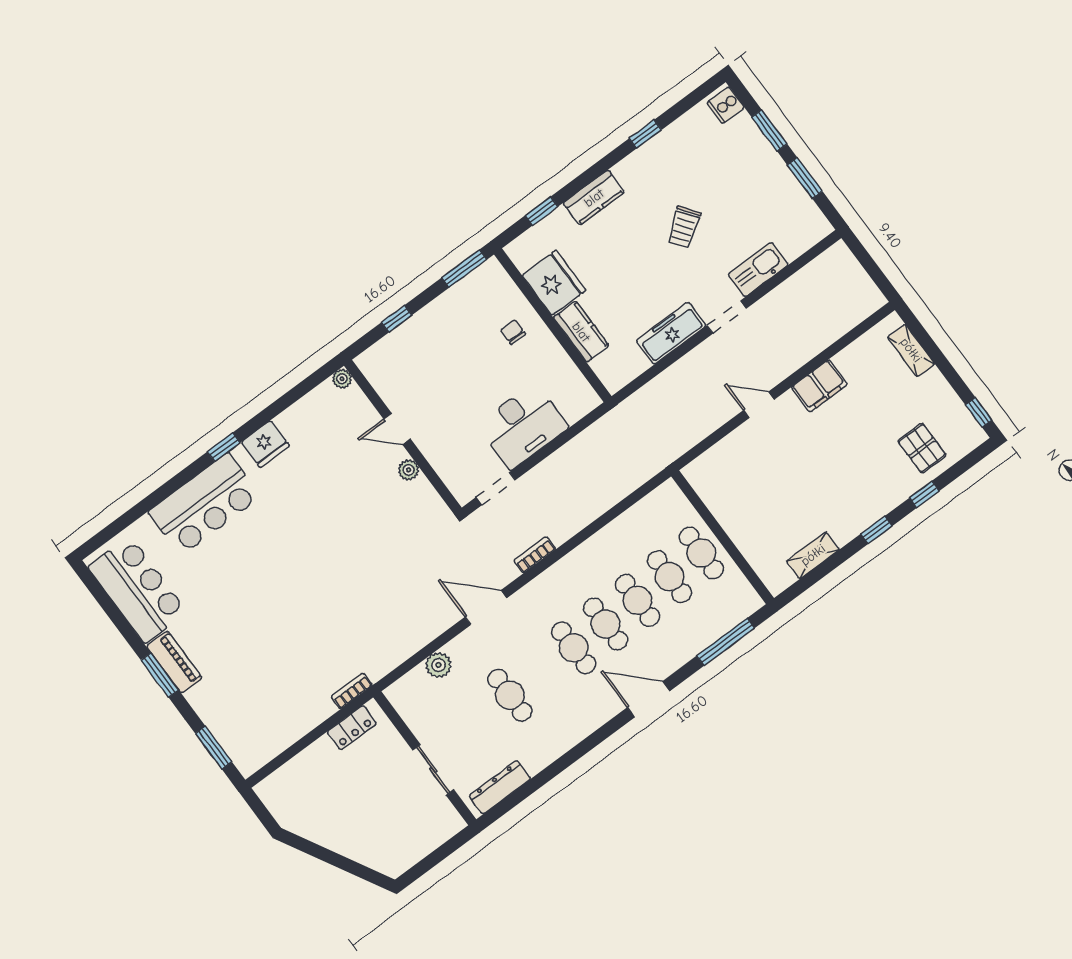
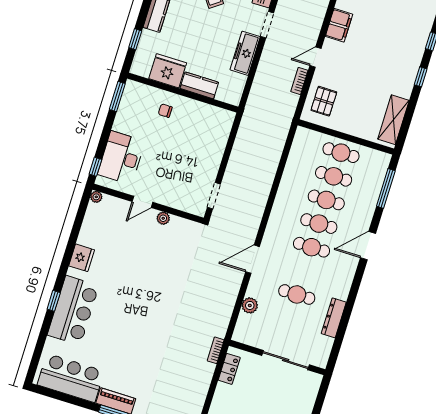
window: (397, 319) -> (95, 167), moved
desk: (523, 426) -> (121, 158), moved, turned 180
window: (224, 447) -> (54, 301), moved
pallet: (922, 448) -> (324, 101), moved, turned 90
bookcase: (535, 555) -> (299, 81), moved
shelving: (813, 555) -> (393, 120), width x1.50, depth x1.33
sliding door: (433, 770) -> (286, 360), width x1.37
dresser: (500, 787) -> (334, 318), moved

